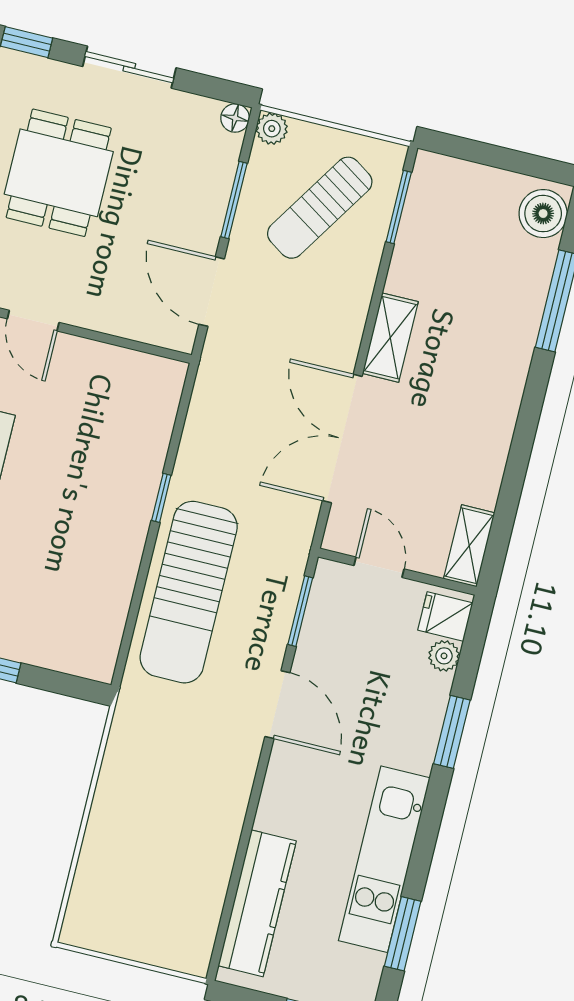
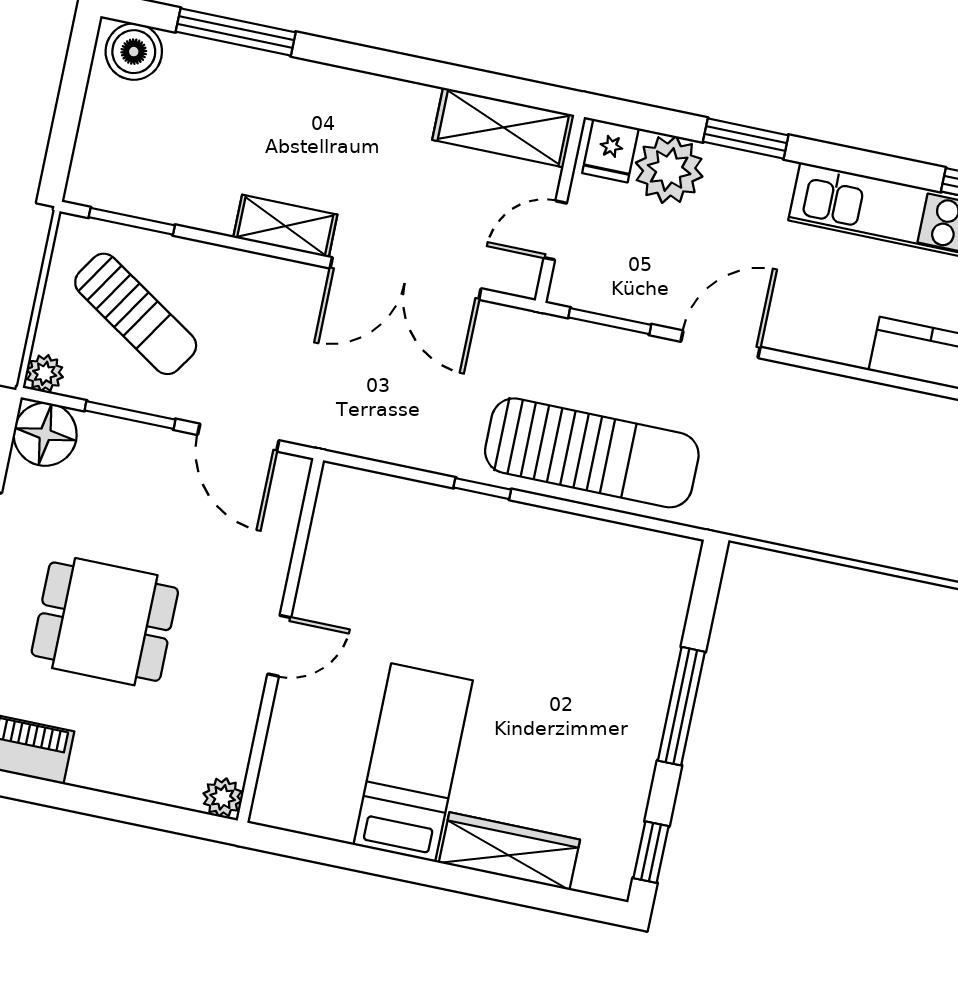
floor lamp: (235, 118) -> (45, 434), width x1.89, depth x1.89
door: (212, 292) -> (238, 438), hinge flipped
shelving: (469, 546) -> (503, 127), width x1.50, depth x1.33
plant: (444, 656) -> (669, 170), width x1.88, depth x1.88

